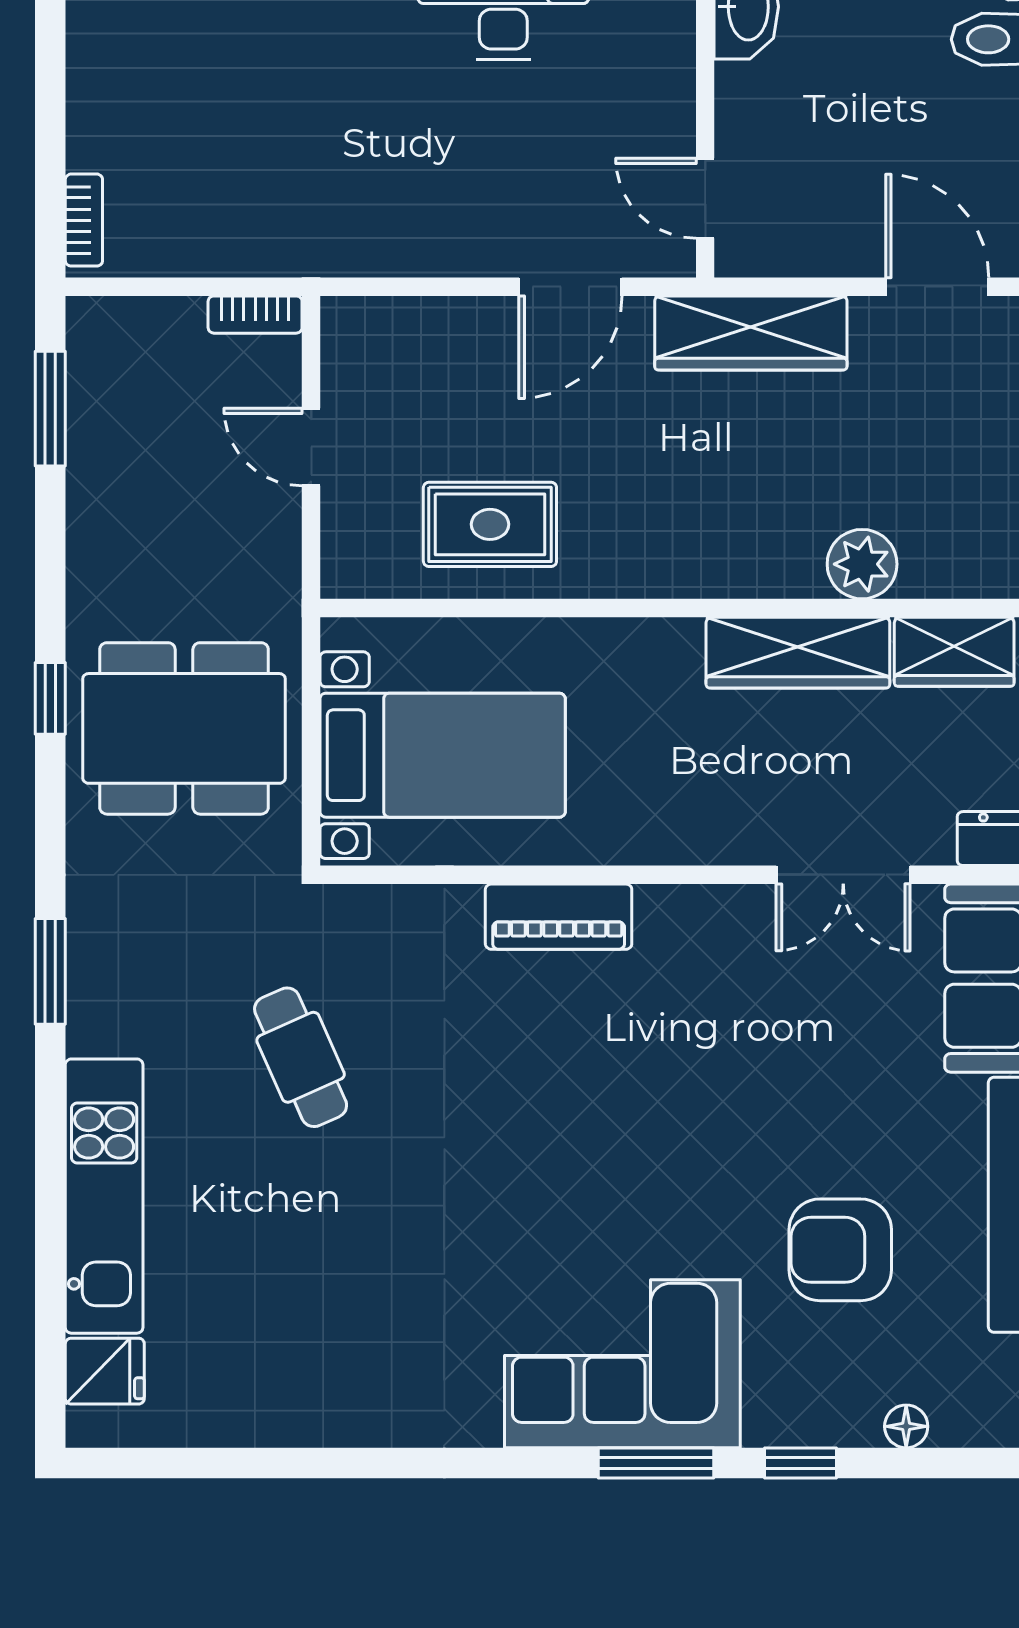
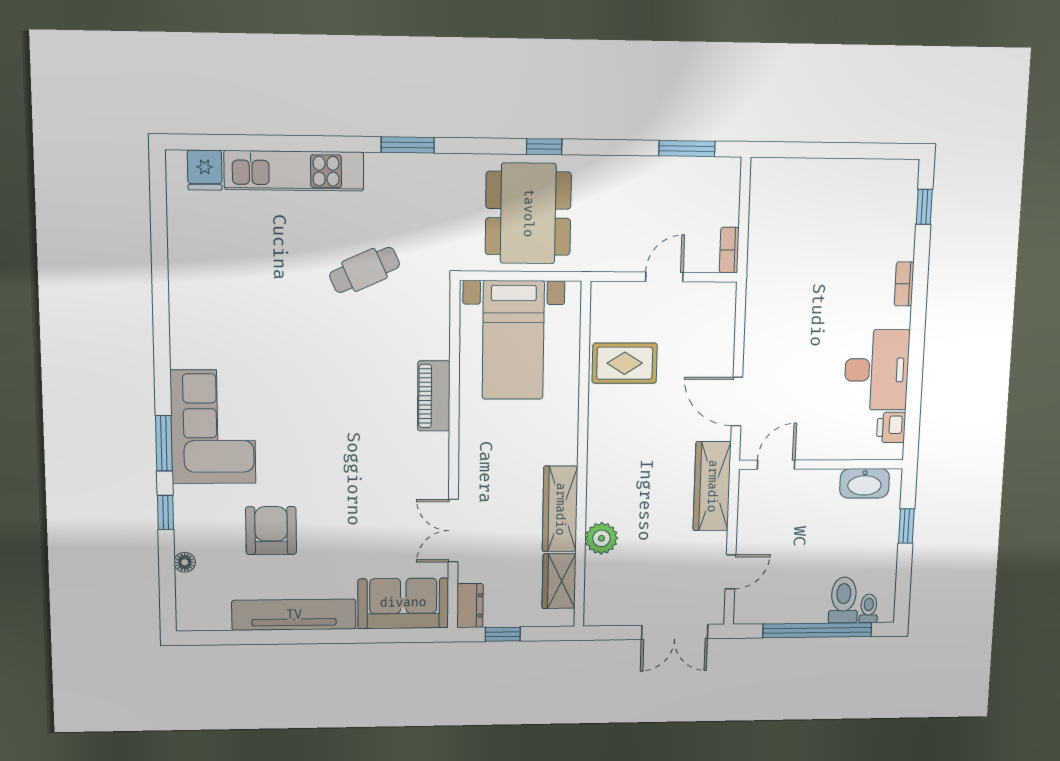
bookcase: (84, 220) -> (778, 166), removed
door: (937, 287) -> (731, 572), width x0.73
rug: (490, 524) -> (625, 363), turned 90

